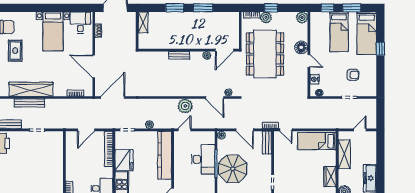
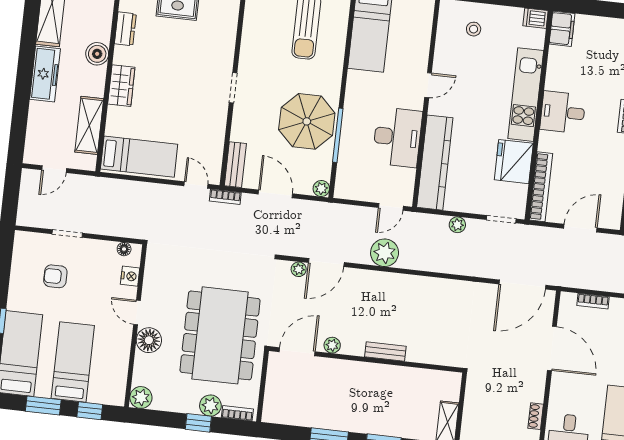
door: (215, 98) -> (326, 263), swing flipped
desk: (203, 159) -> (397, 137), moved, turned 180

